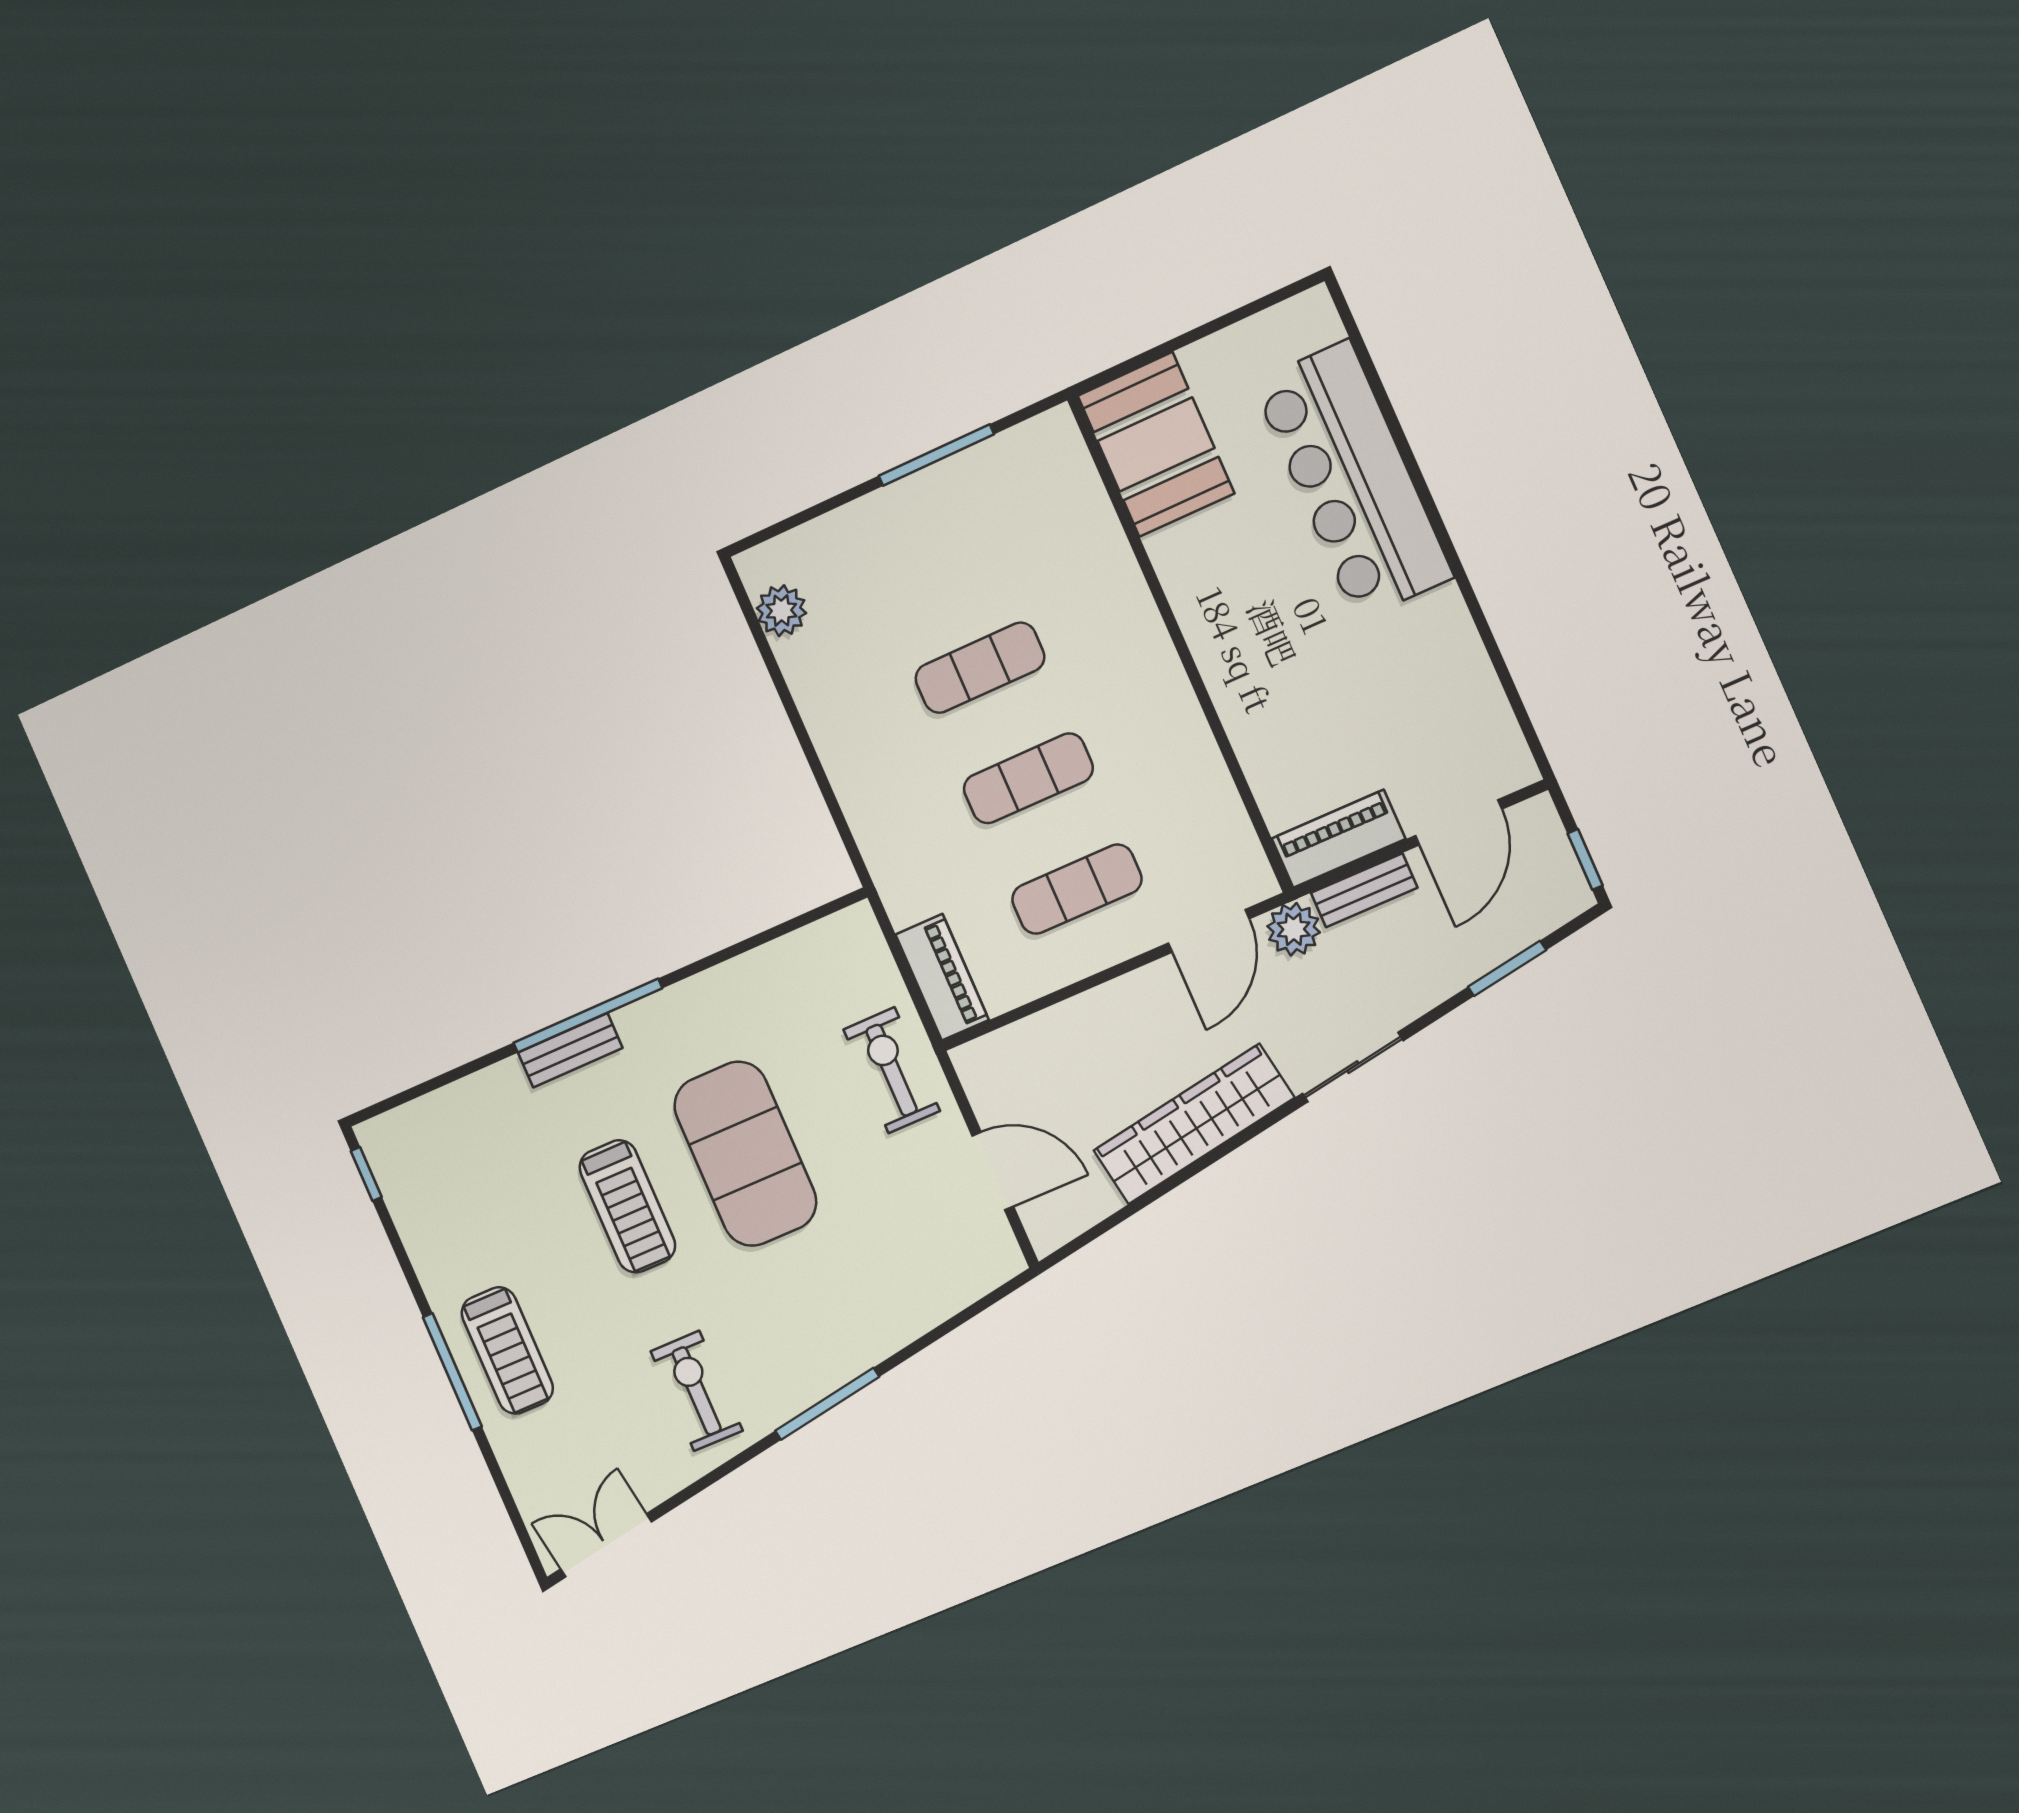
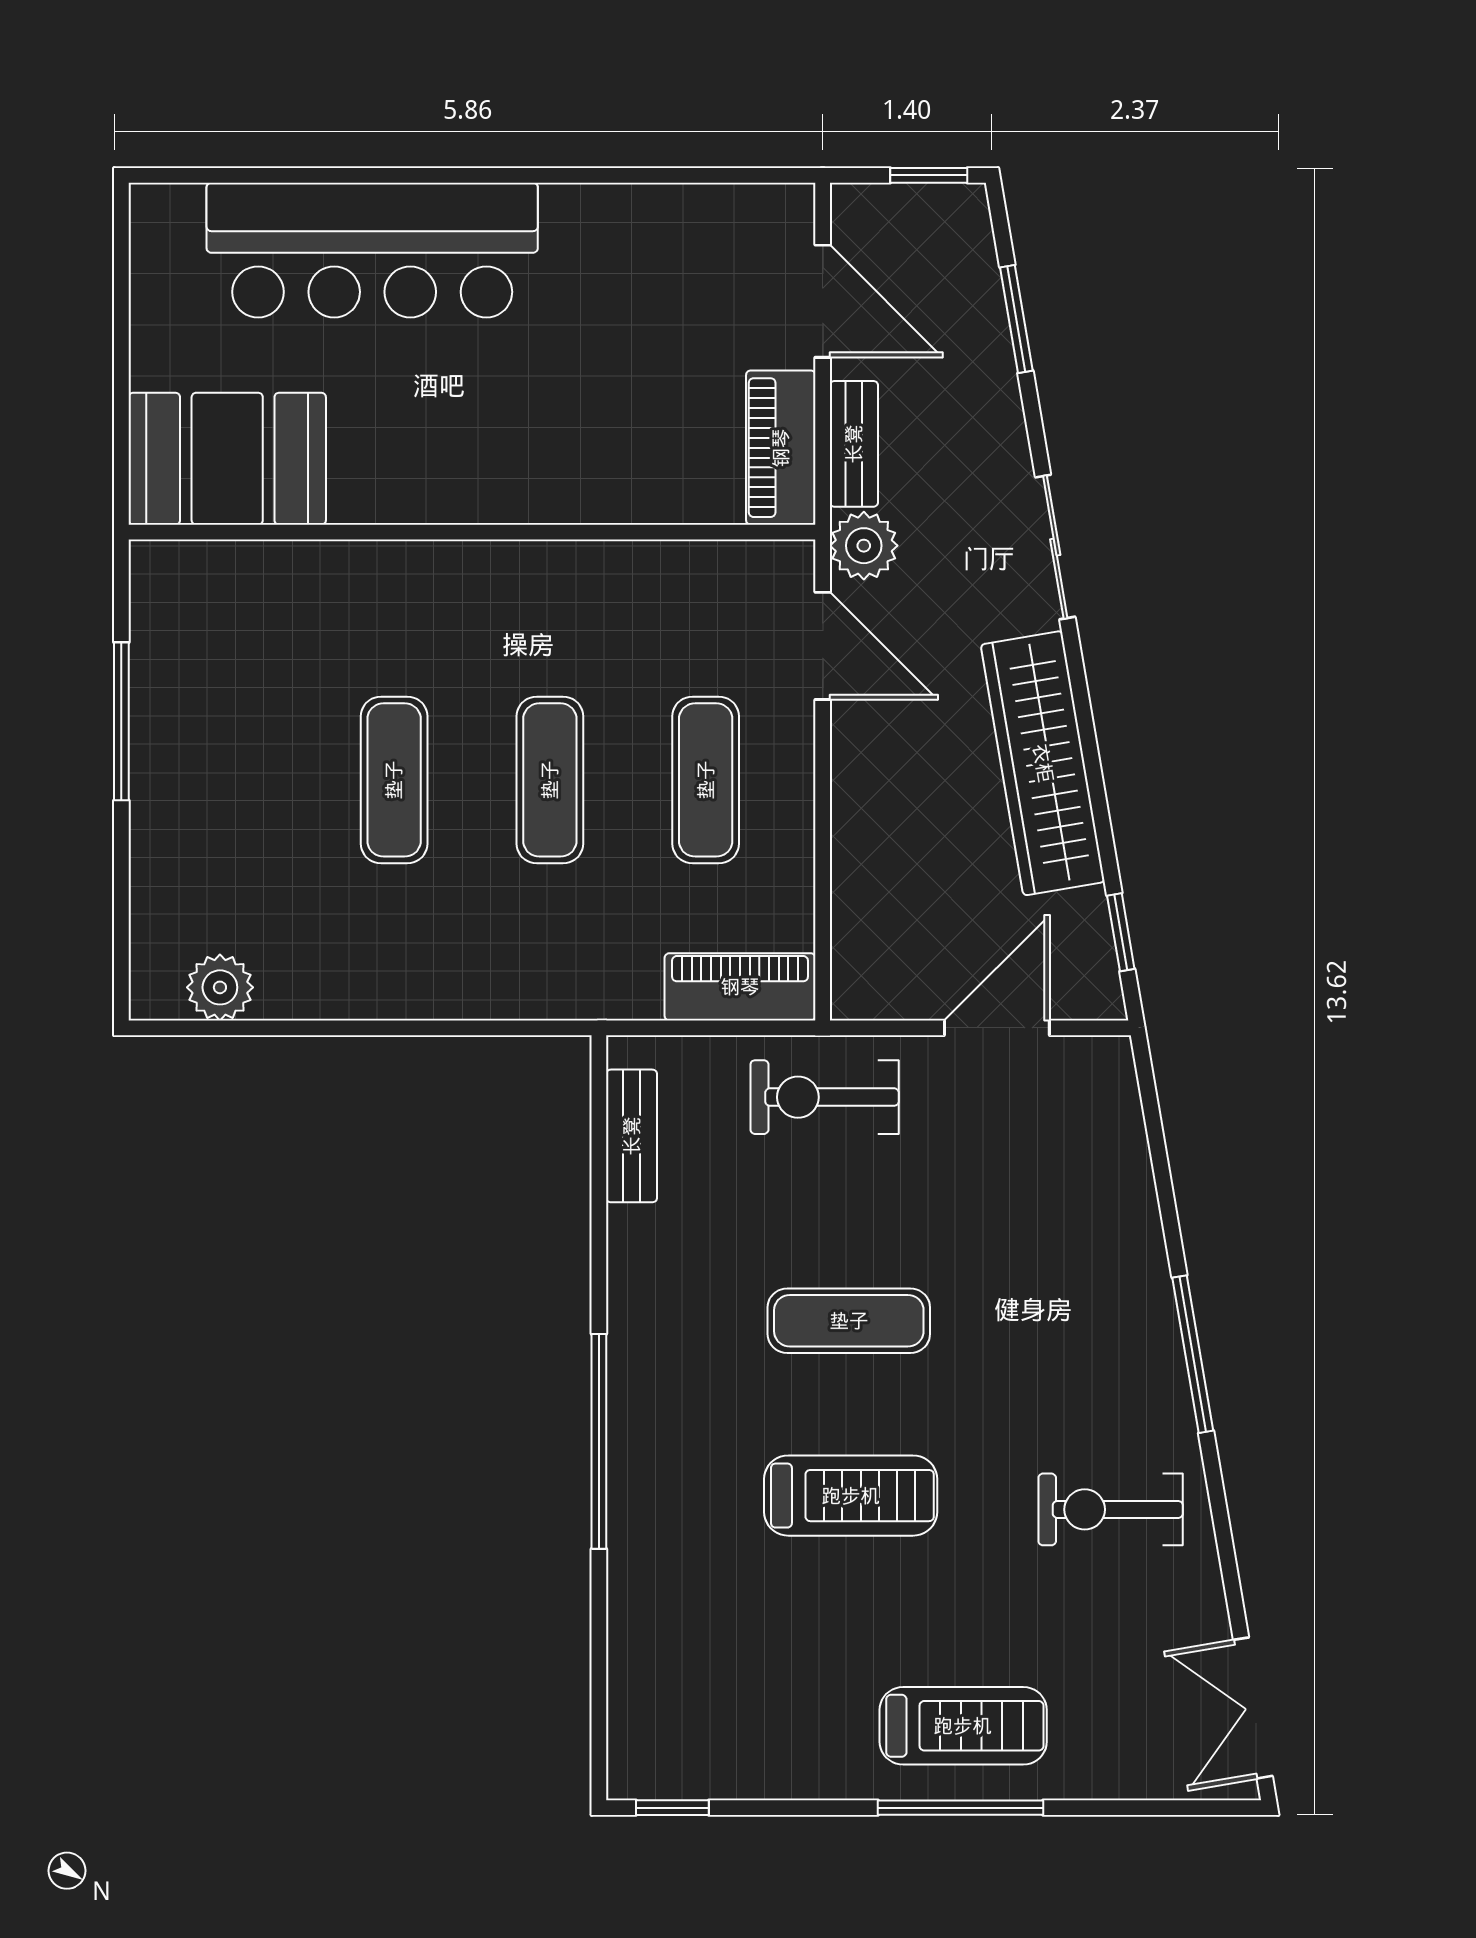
bench: (570, 1050) -> (632, 1136), moved
exercise mat: (745, 1154) -> (849, 1321), width x0.50, depth x0.69
window: (1098, 1230) -> (1121, 932), added

